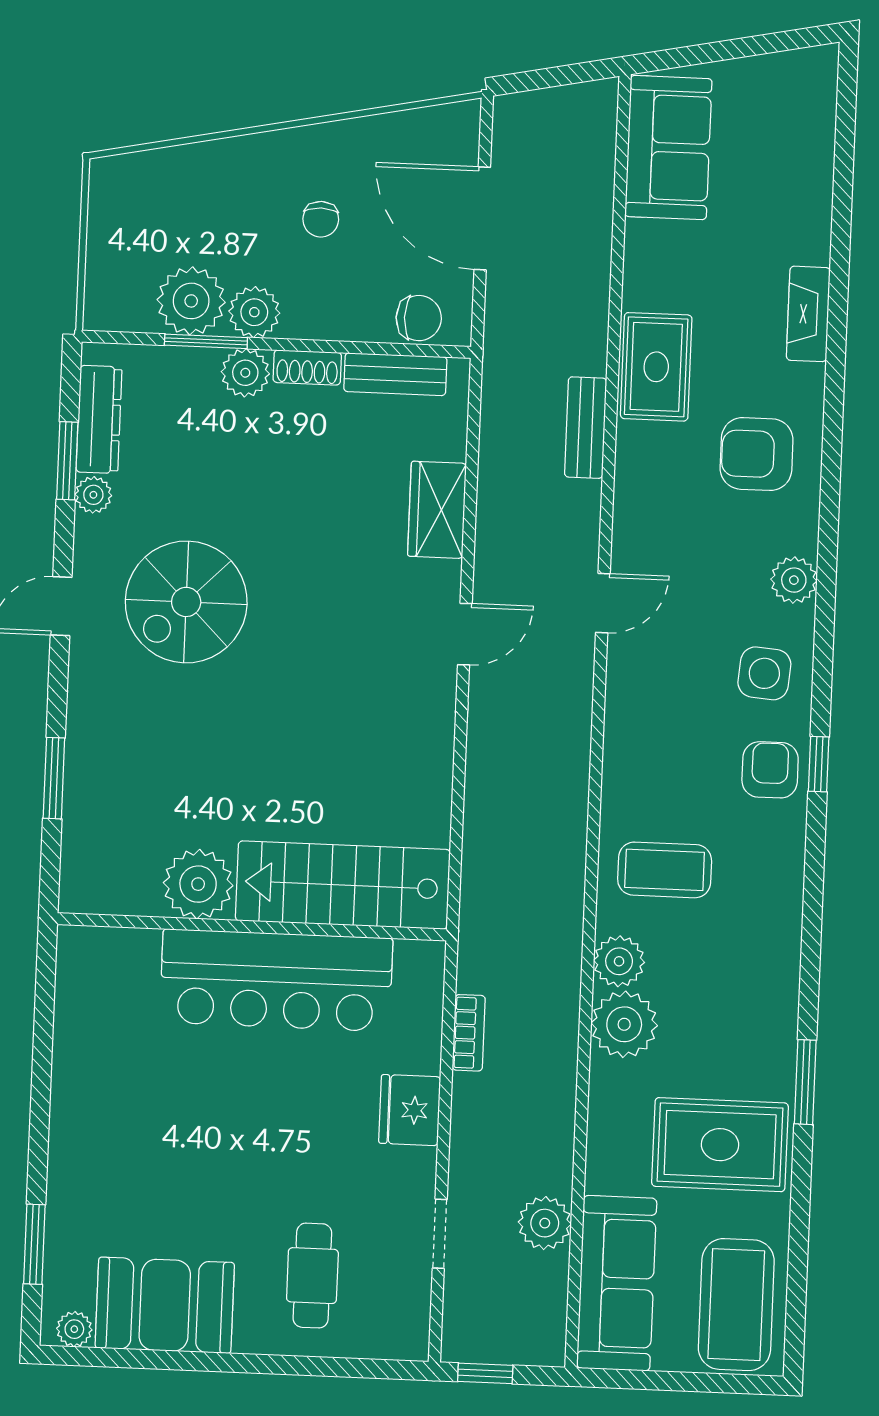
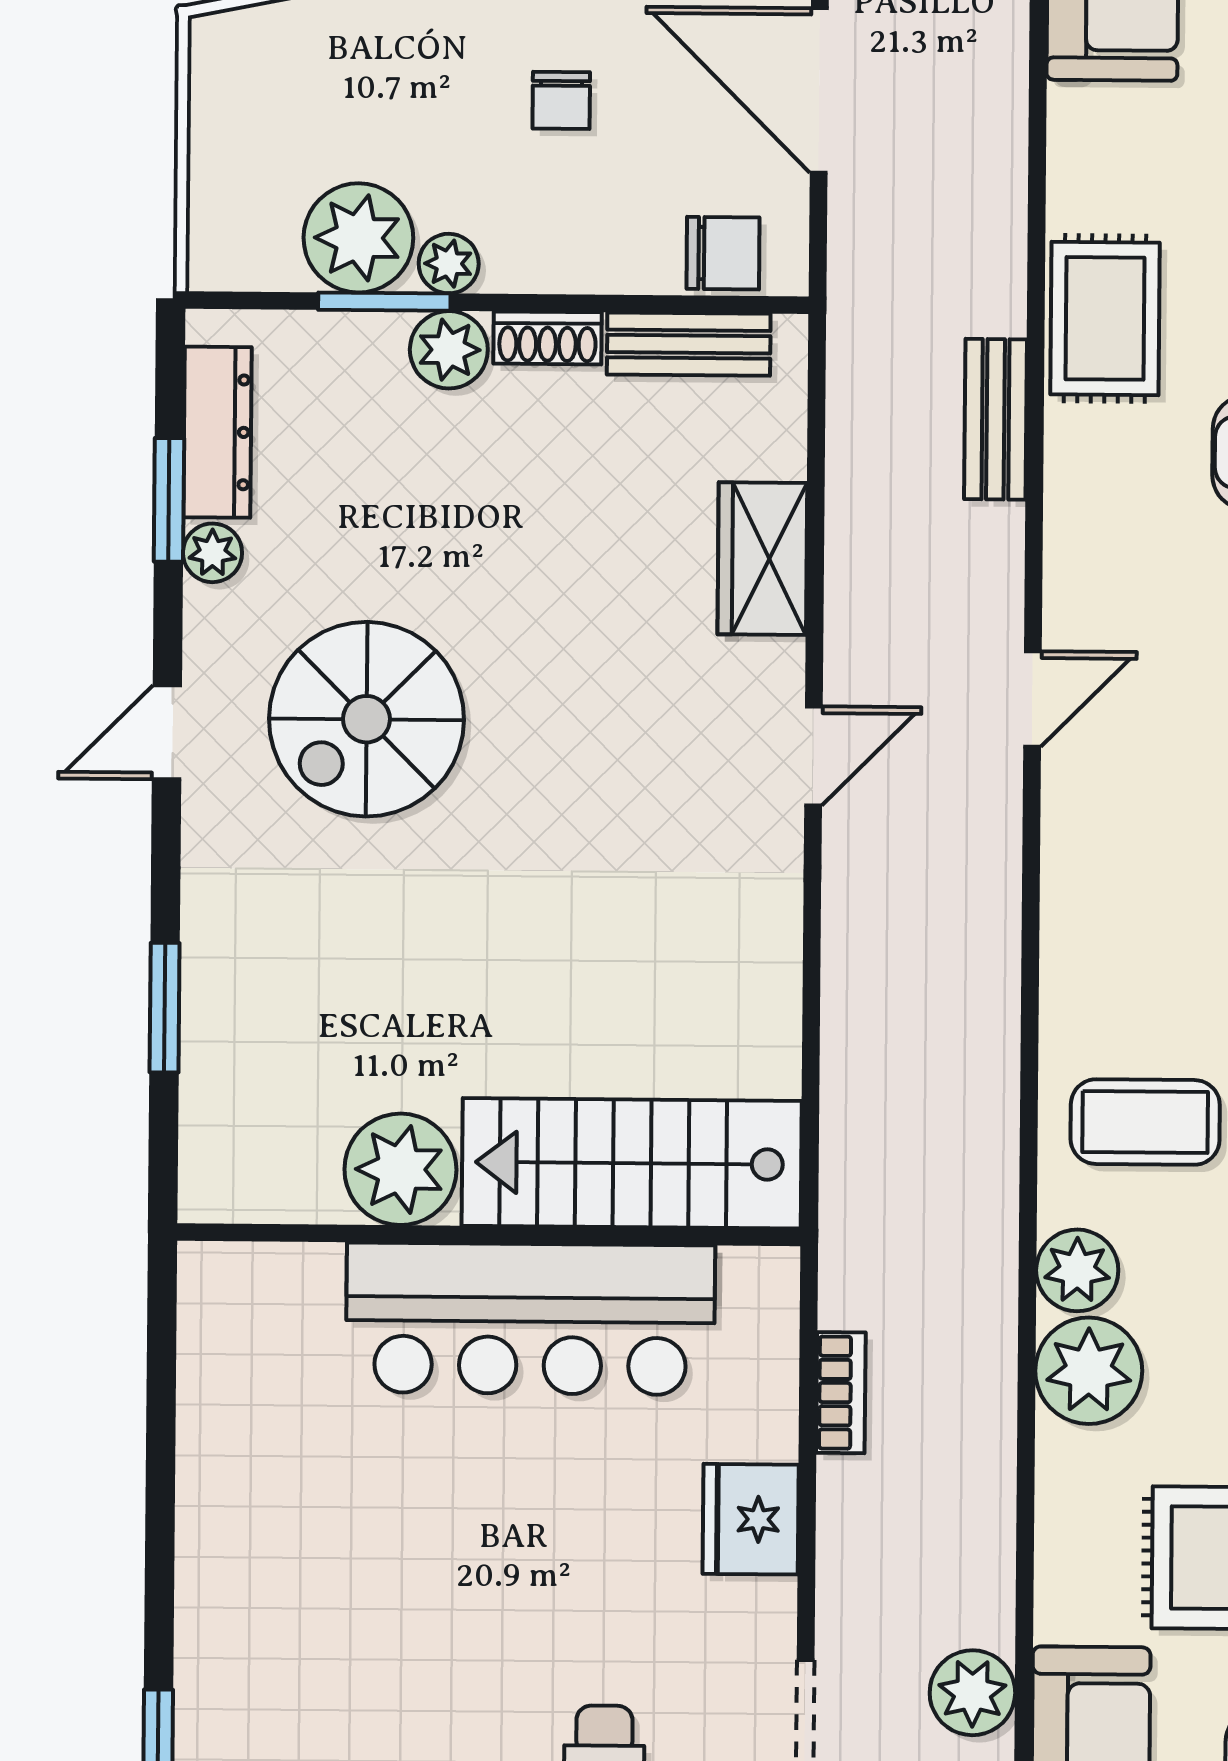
plant: (254, 312) -> (449, 264), width x0.73, depth x0.73

